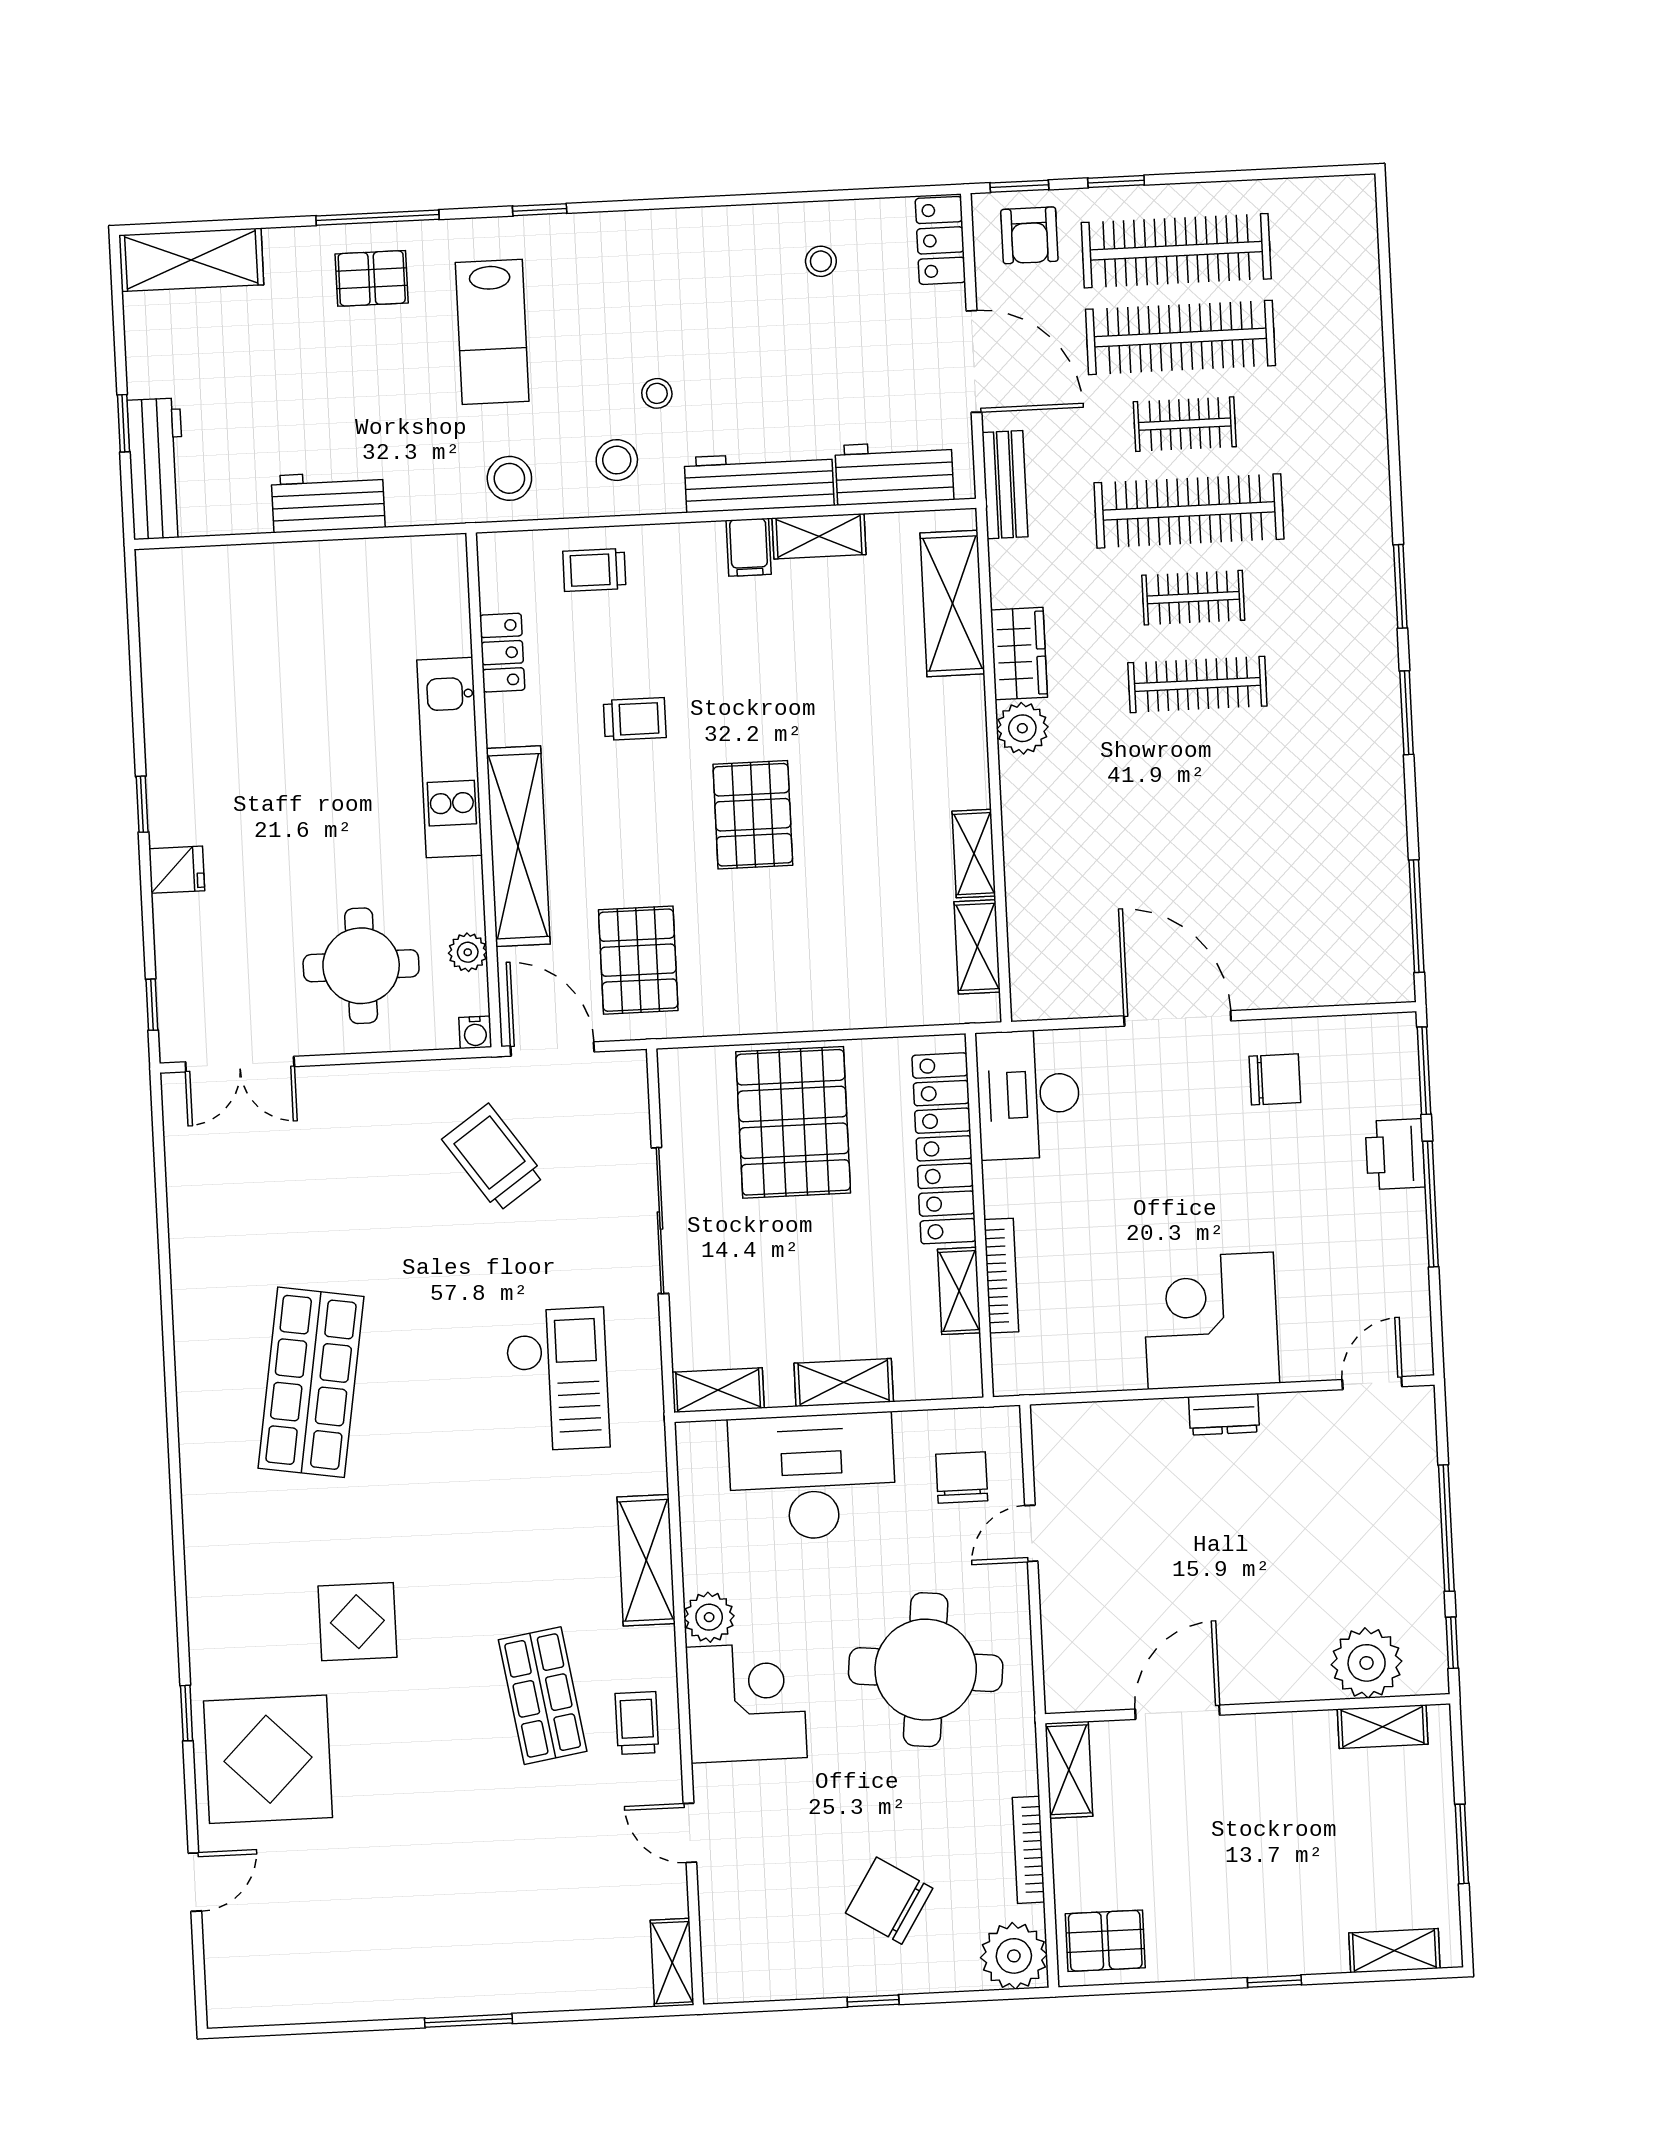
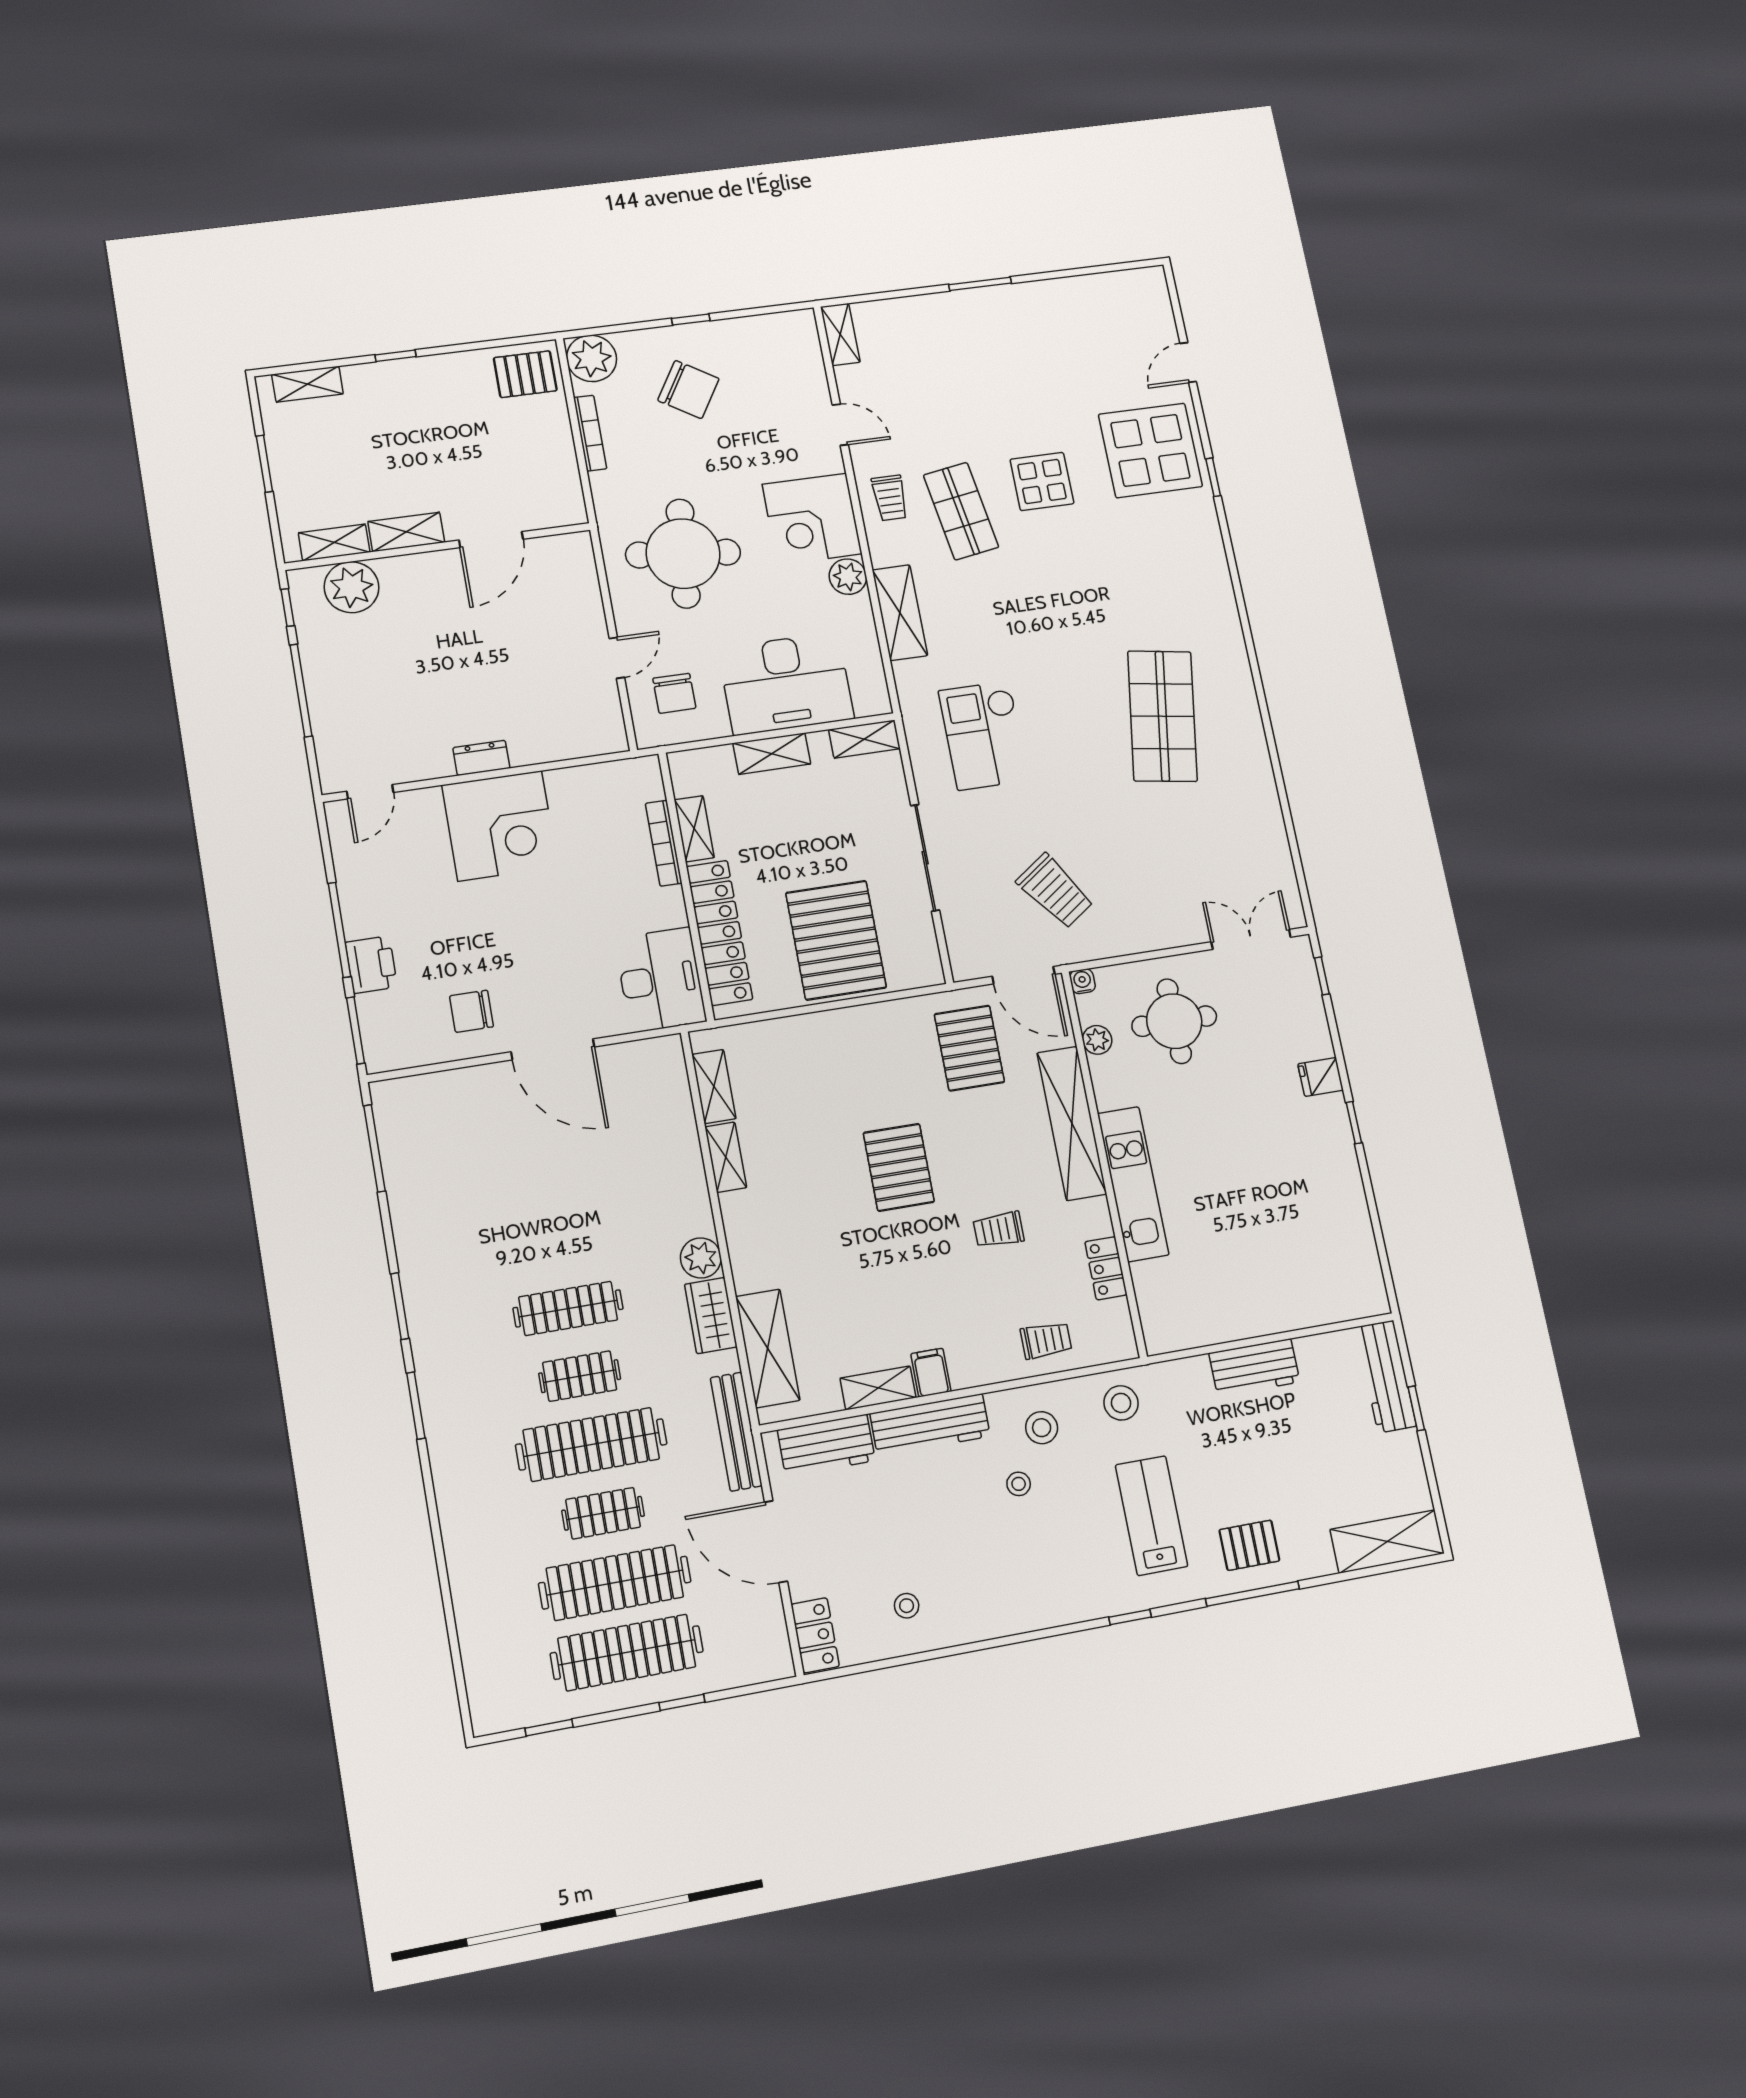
window: (1019, 186) -> (549, 1728), moved
armchair: (1029, 235) -> (745, 1649), removed
bench: (1005, 485) -> (736, 1432), width x1.36
display table: (357, 1622) -> (1042, 481), moved
shelving: (1069, 1770) -> (406, 532), moved, turned 90

